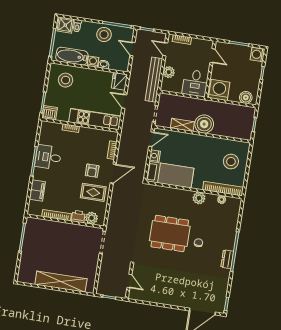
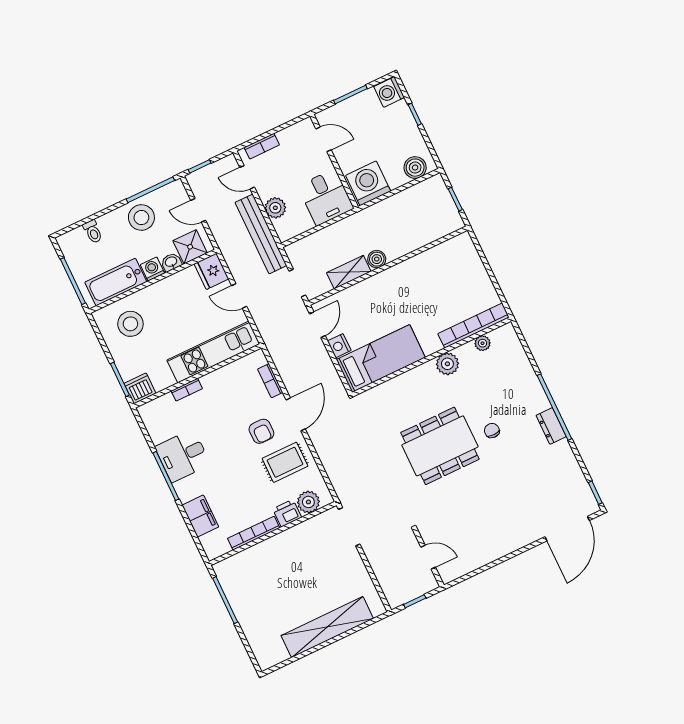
shower: (65, 25) -> (190, 247), moved
boiler: (204, 124) -> (377, 259), width x0.54, depth x0.54
stool: (231, 162) -> (458, 277), removed

